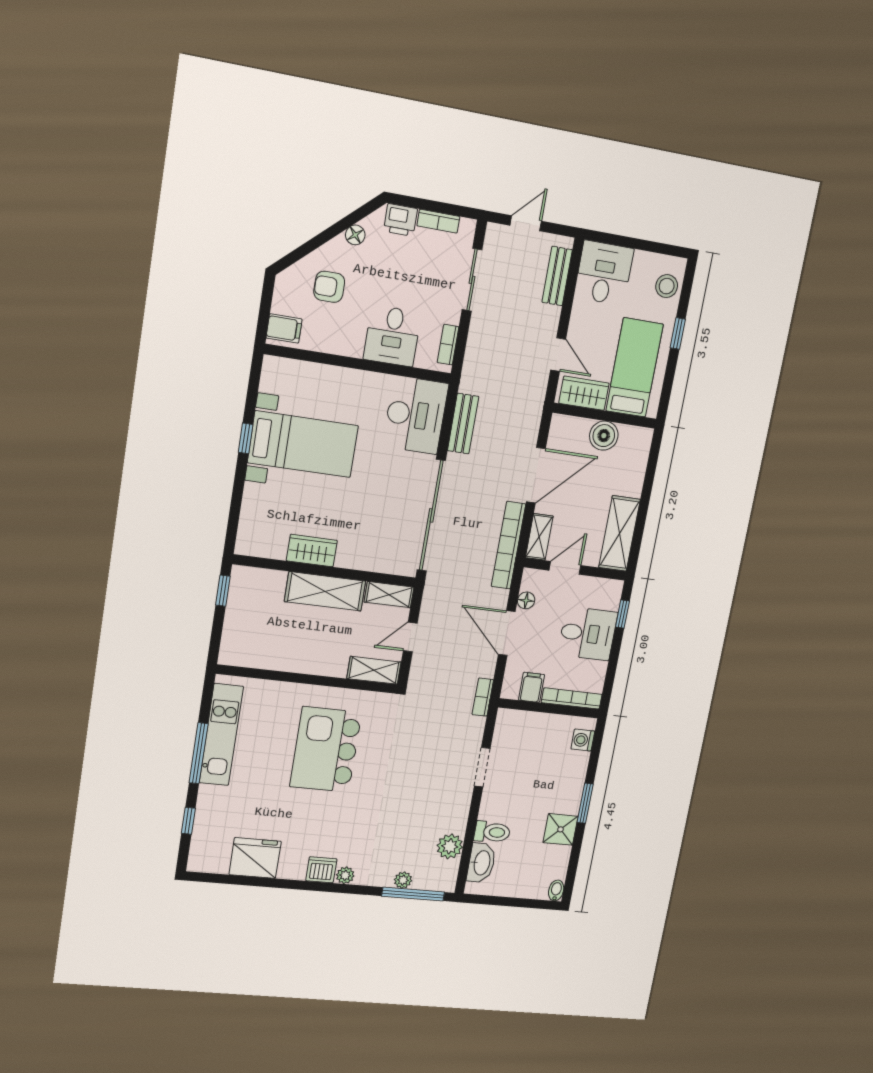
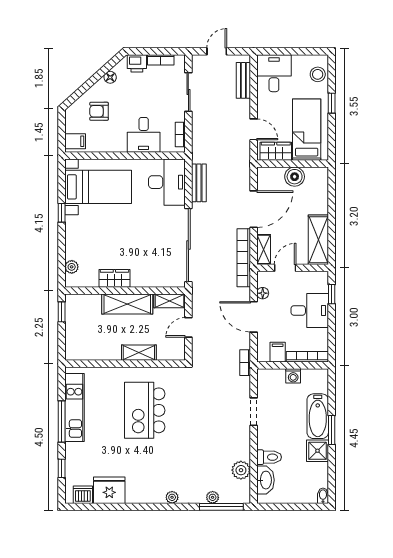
bed with nightstands: (303, 444) -> (98, 187), moved
plant: (249, 524) -> (72, 267), added
shelving: (374, 670) -> (139, 353), moved
washing machine: (583, 740) -> (293, 376), moved, turned -90
bathtub: (570, 782) -> (318, 416), added
dishwasher: (321, 870) -> (83, 495), moved

